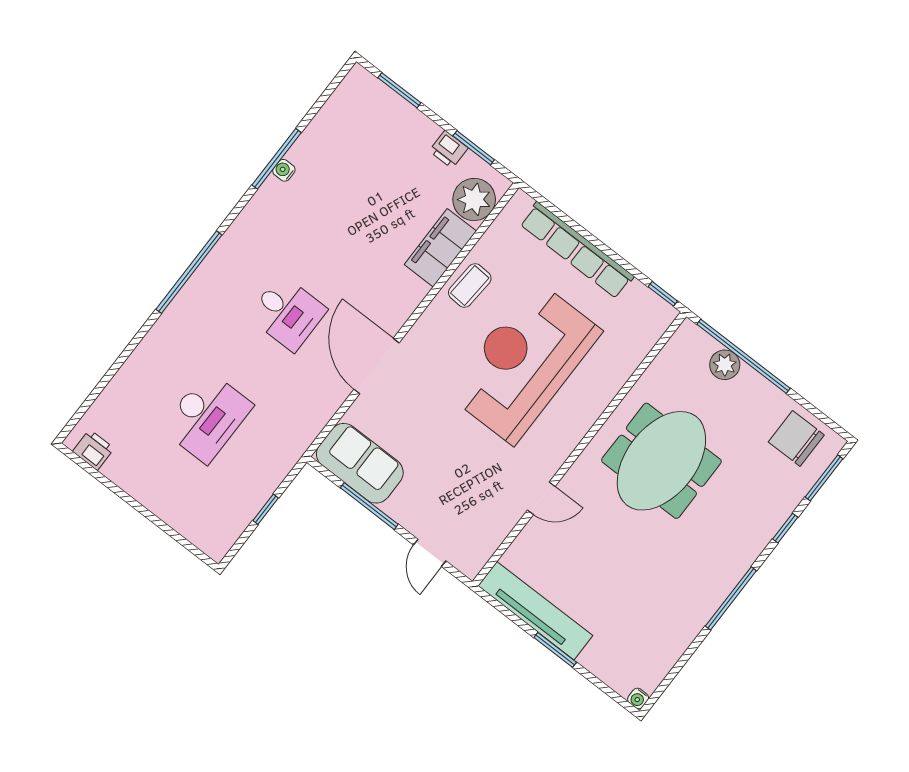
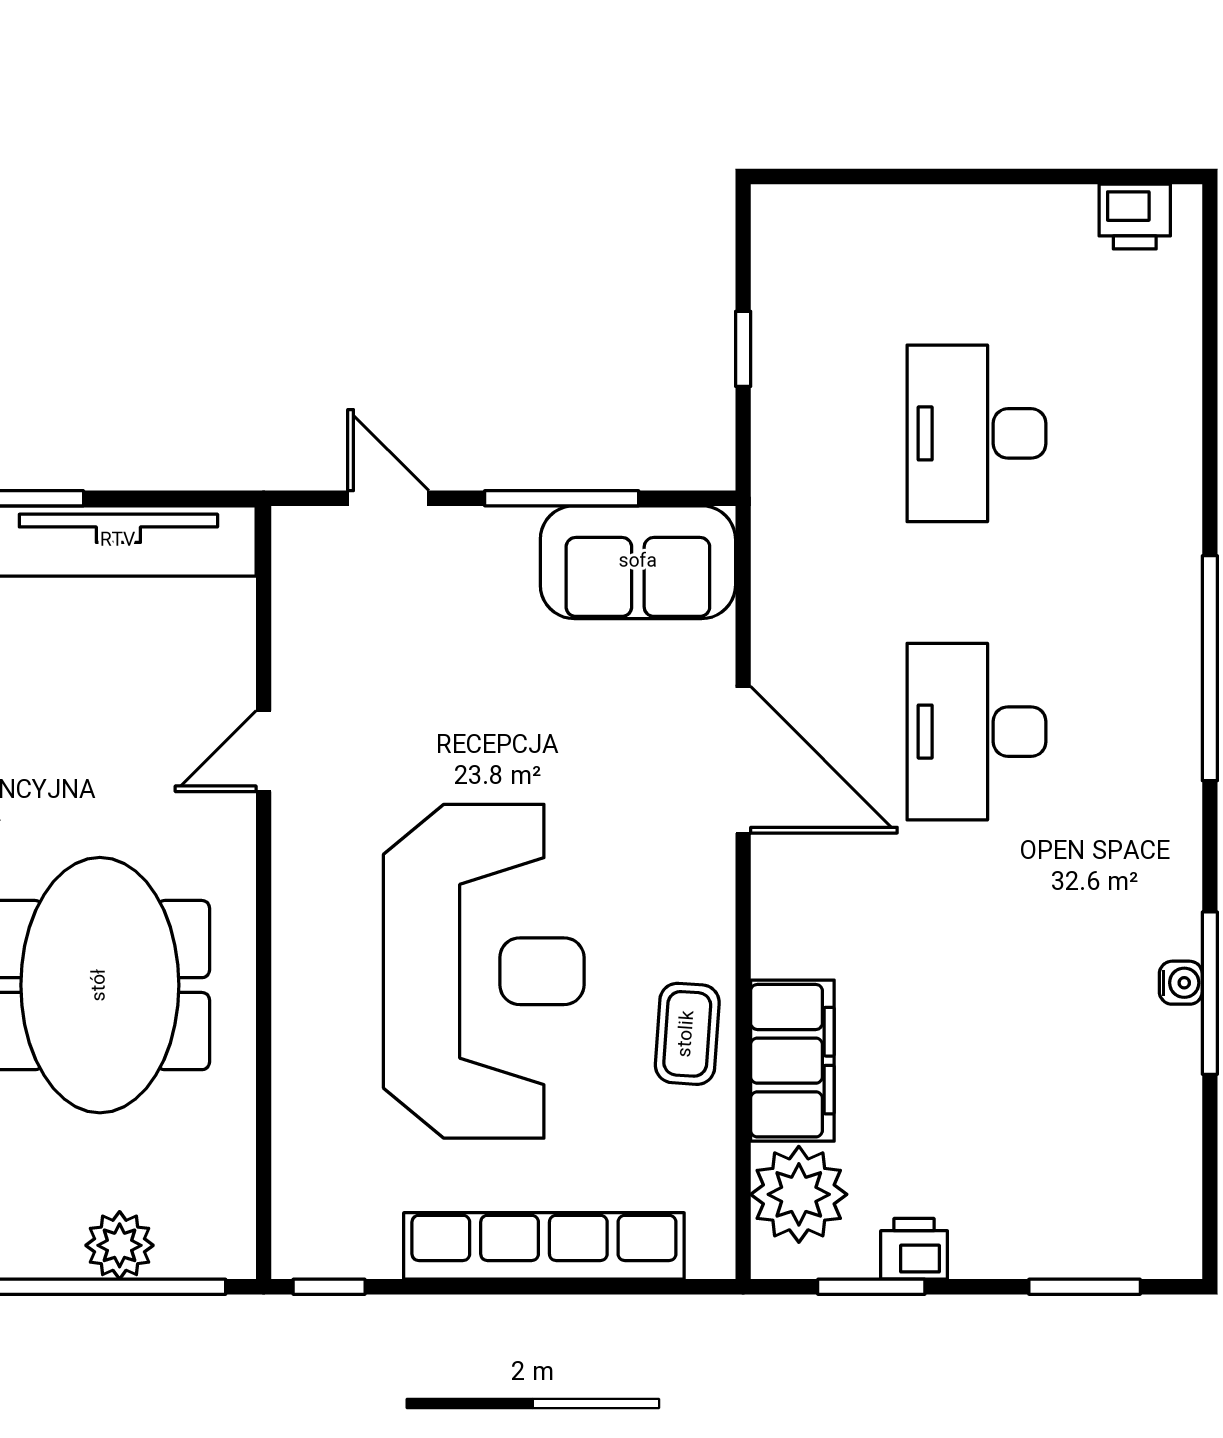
desk: (287, 313) -> (976, 732), width x1.37

